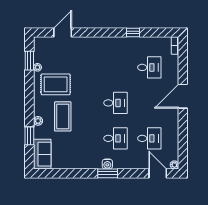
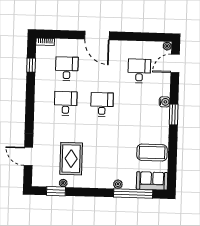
window: (133, 32) -> (31, 65), moved
rug: (56, 84) -> (71, 159), moved
coffee table: (63, 116) -> (152, 153), moved
window: (29, 136) -> (133, 193), width x2.11
desk: (115, 138) -> (66, 103), moved
water cooler: (107, 164) -> (165, 102), moved

